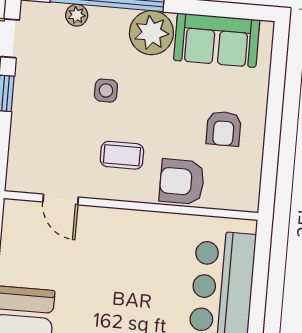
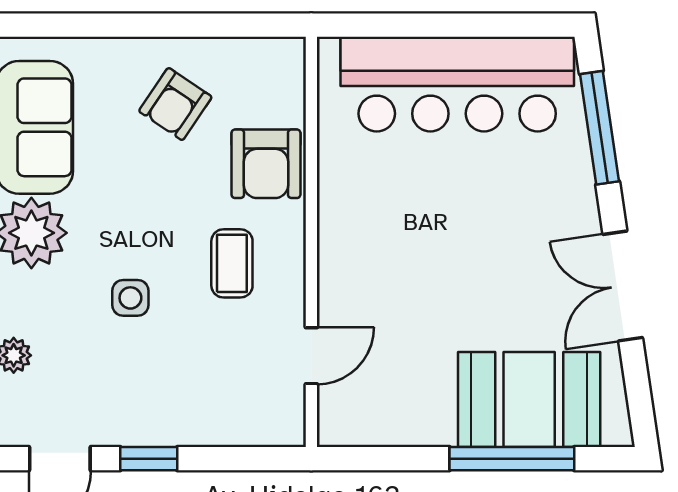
armchair: (224, 129) -> (175, 104), turned 124

